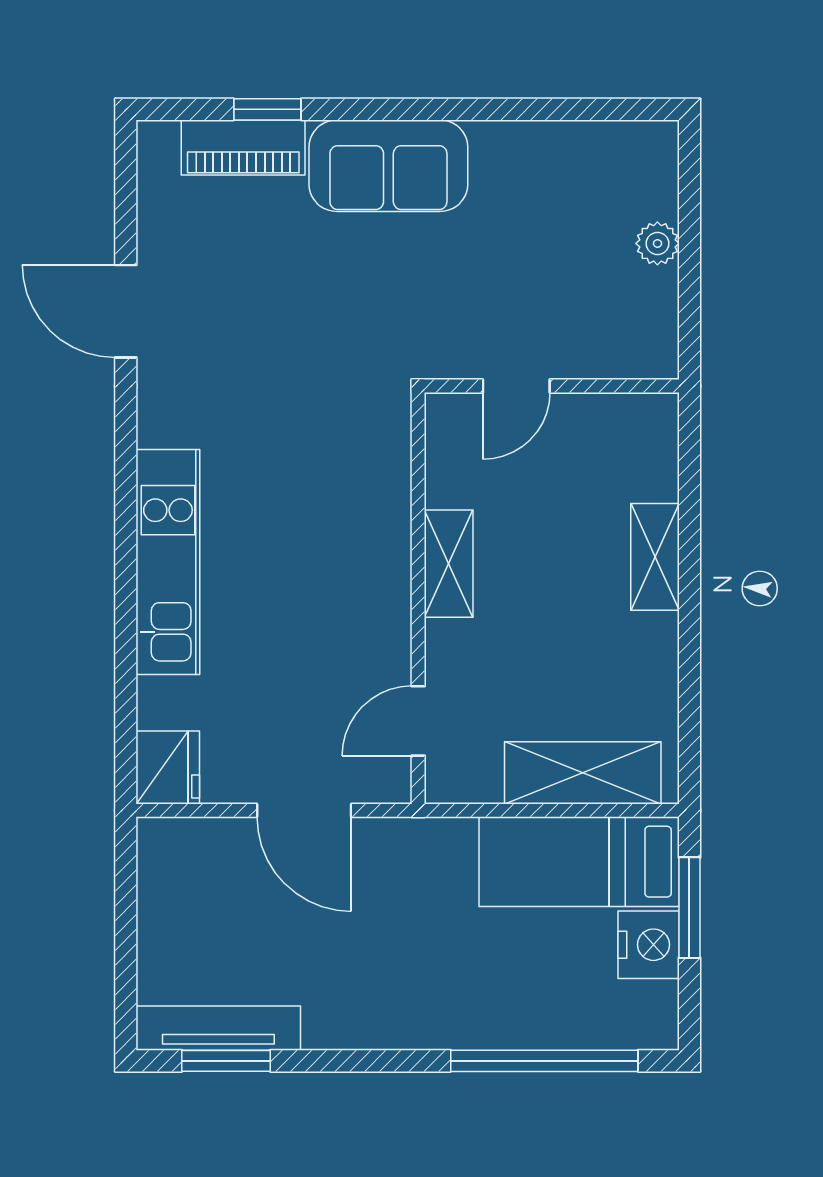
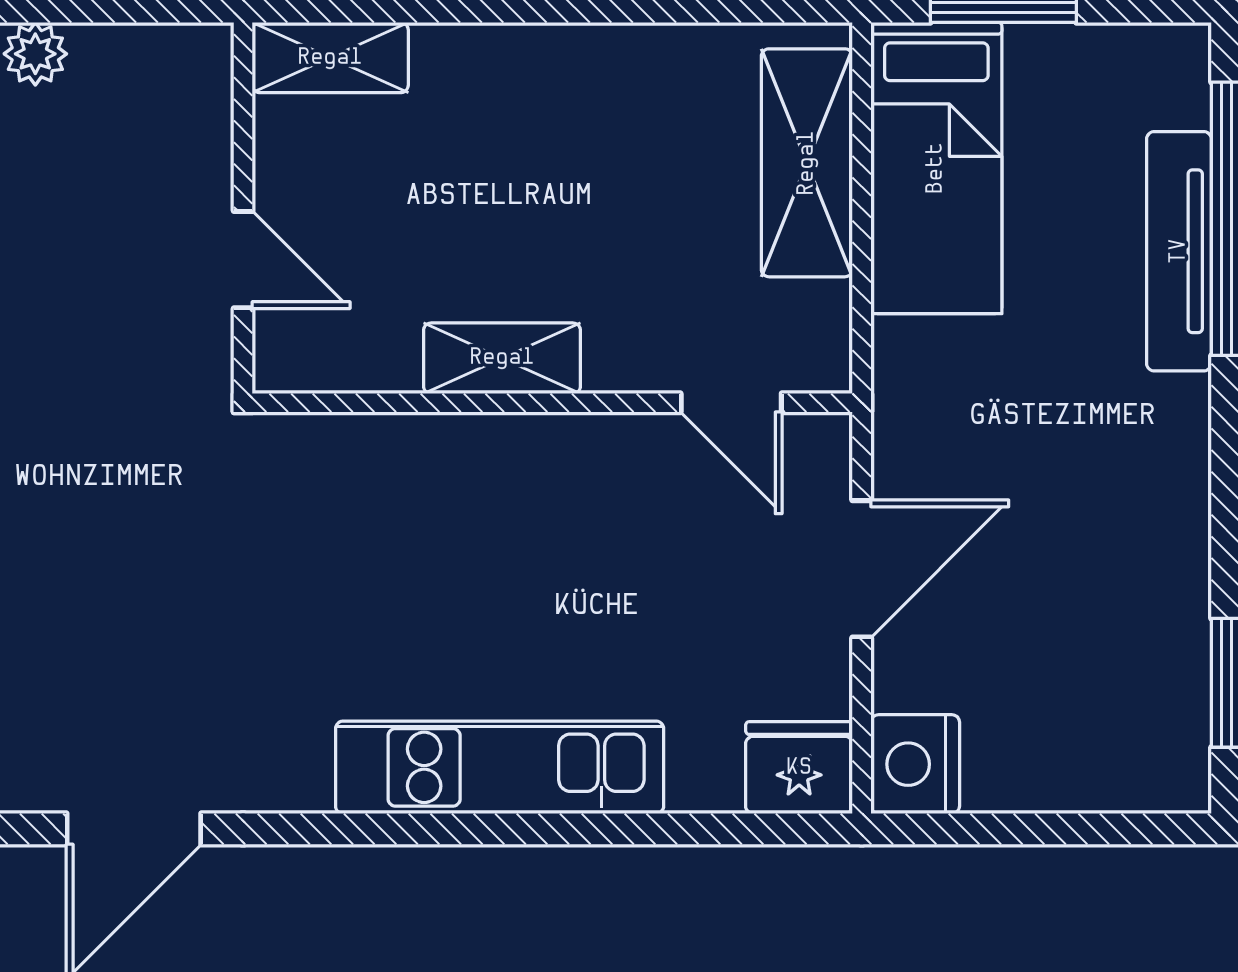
shelving: (655, 557) -> (330, 58), moved
nightstand: (649, 945) -> (915, 764), moved, turned -90
tv unit: (218, 1028) -> (1179, 251), moved

